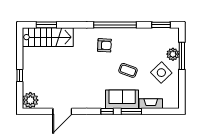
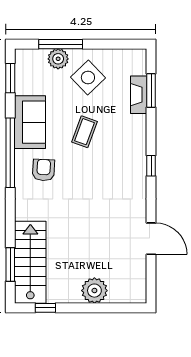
window: (20, 75) -> (45, 308), moved
sofa: (122, 99) -> (30, 122), moved, turned 180
plant: (30, 100) -> (94, 291), moved
window: (131, 111) -> (151, 90), moved

